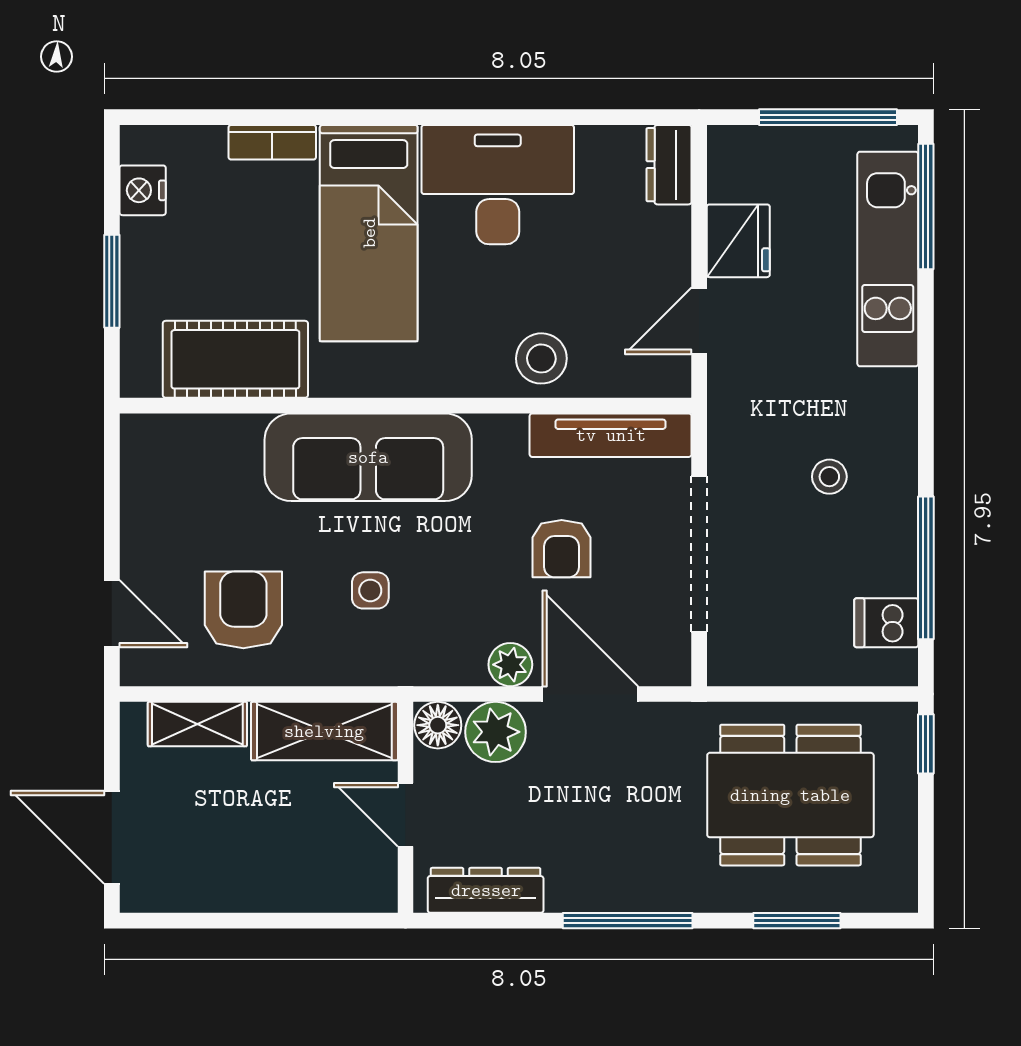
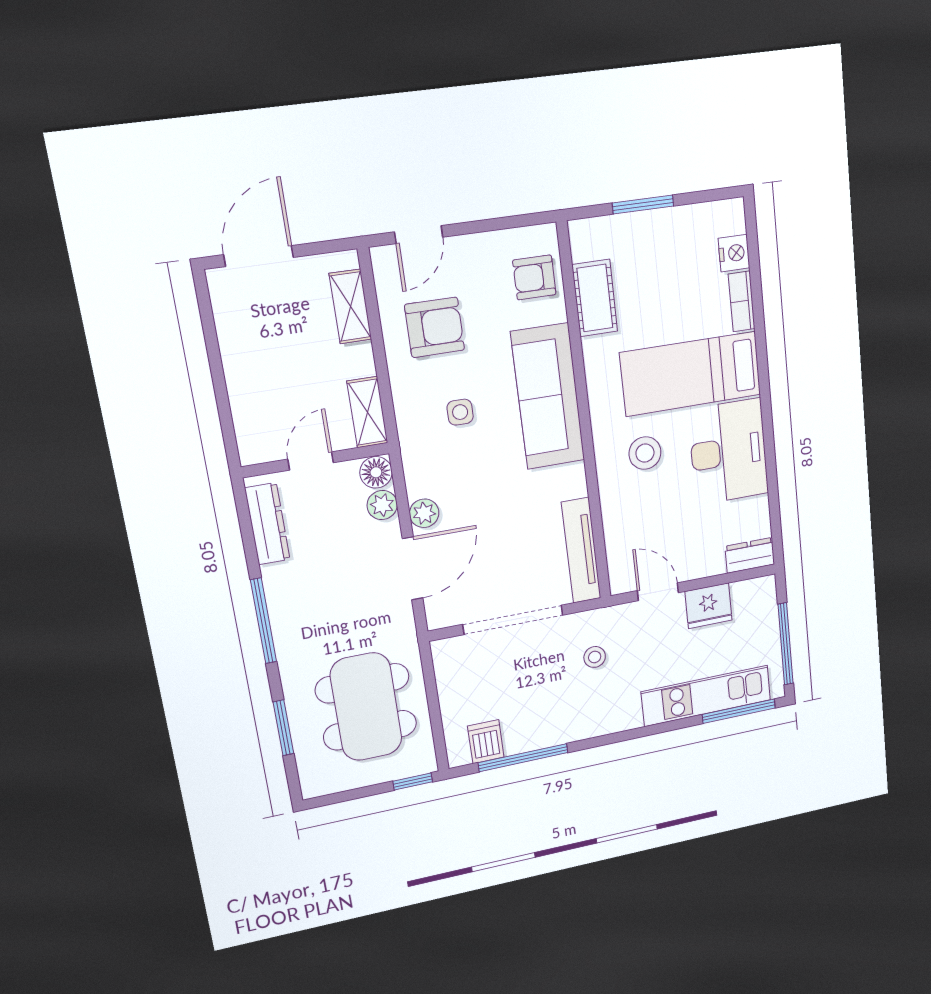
nightstand: (143, 190) -> (734, 253), moved, turned 90
stool: (541, 358) -> (645, 453), moved
cot: (235, 359) -> (595, 298), width x0.73, depth x0.75
stool: (829, 477) -> (595, 657), moved
armchair: (562, 549) -> (534, 277), moved
shelving: (324, 731) -> (367, 412), width x0.67, depth x0.75
plant: (496, 732) -> (382, 505), width x0.73, depth x0.73

